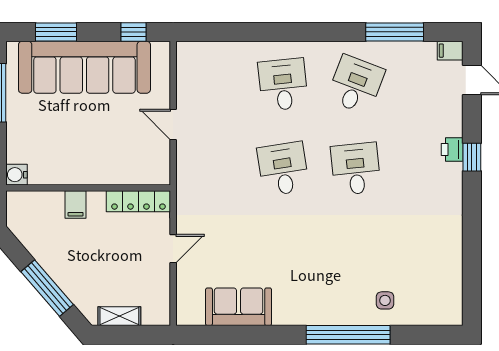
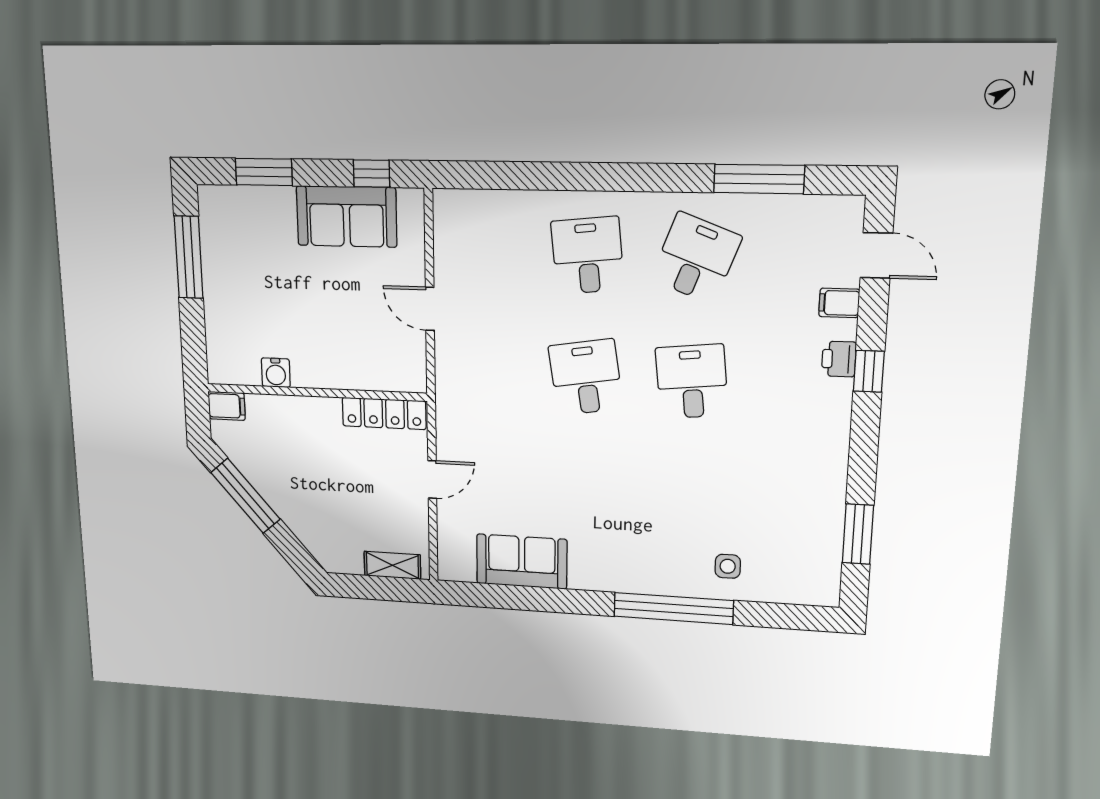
filing cabinet: (450, 51) -> (839, 303), moved
sofa: (84, 67) -> (346, 216), width x0.54, depth x0.79
water cooler: (16, 175) -> (276, 373), moved, turned -90
filing cabinet: (76, 204) -> (227, 406), moved, turned -90
window: (472, 271) -> (858, 534), added
window: (47, 288) -> (245, 496), moved
shelving: (119, 316) -> (392, 565), moved

